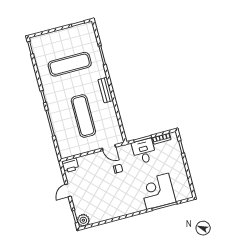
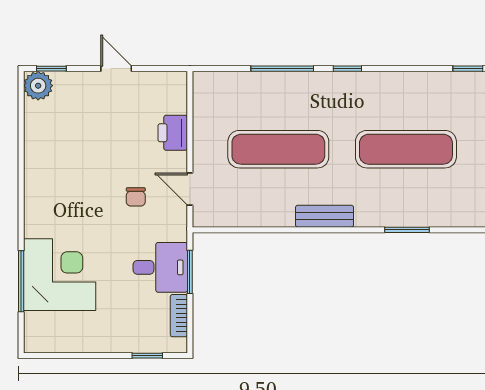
exercise mat: (70, 64) -> (406, 149), turned 90
door: (109, 148) -> (190, 189), hinge flipped
printer: (70, 165) -> (173, 133), moved

